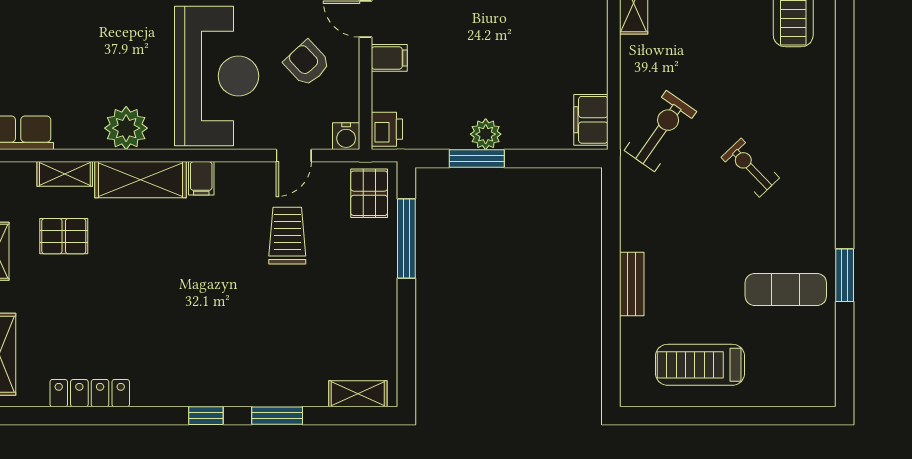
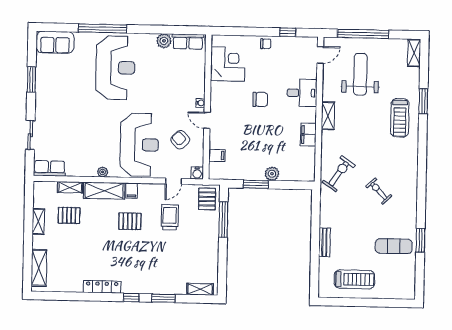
filing cabinet: (389, 58) -> (217, 155), moved
filing cabinet: (591, 120) -> (308, 135), moved
plant: (126, 128) -> (103, 172), width x0.53, depth x0.53
printer: (387, 129) -> (216, 170), removed
plant: (486, 134) -> (272, 174), moved
pallet: (199, 246) -> (130, 221), added
treadmill: (700, 365) -> (354, 279), turned 180
locker: (90, 393) -> (102, 287), moved

